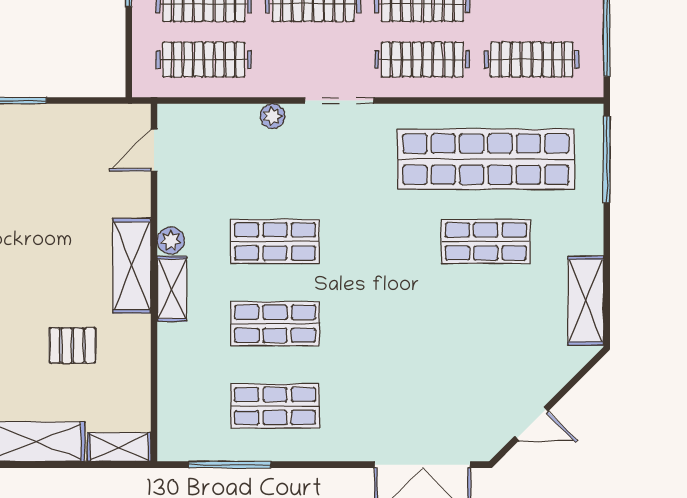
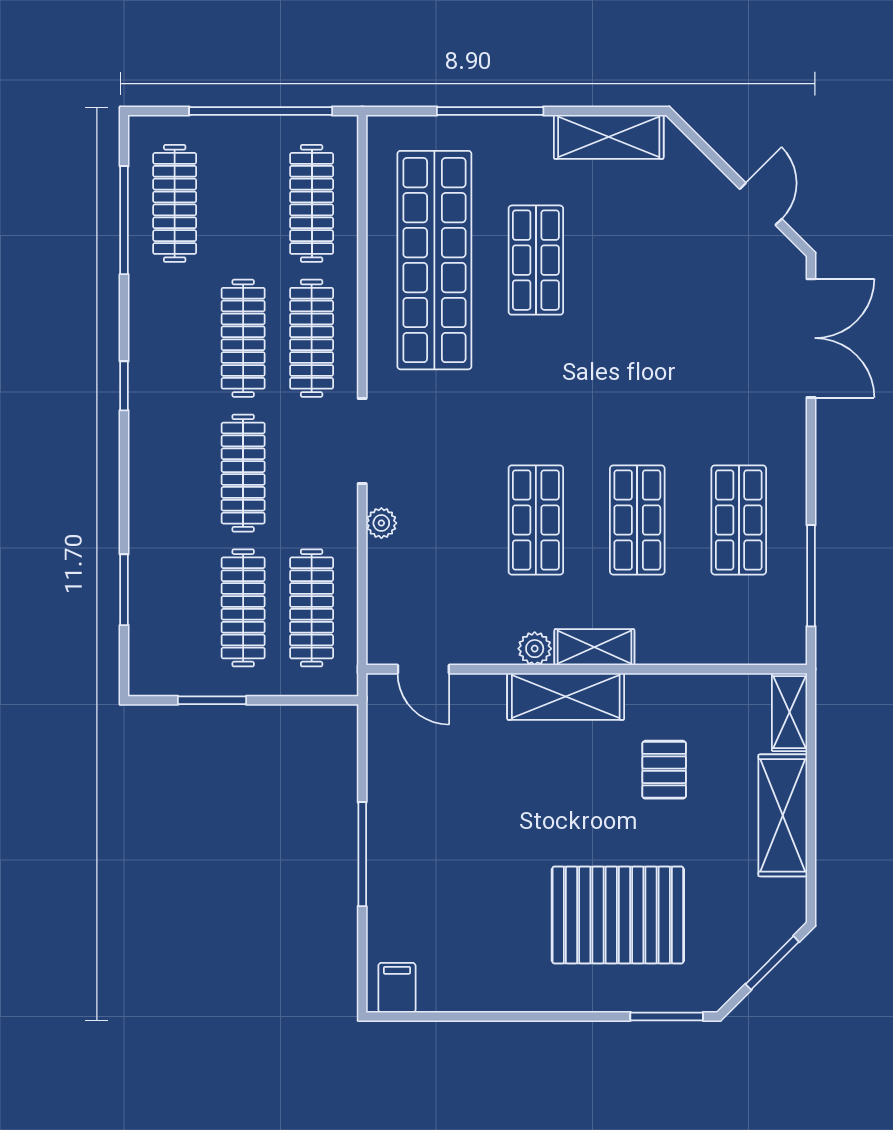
window: (607, 159) -> (490, 111), moved

